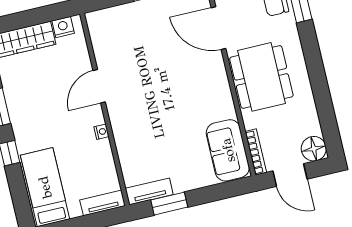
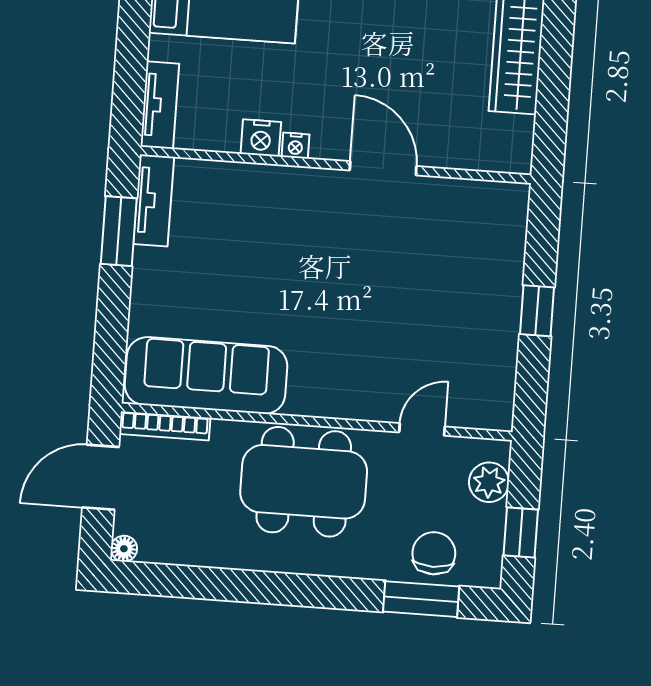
nightstand: (63, 27) -> (261, 138), moved, turned 90
door: (218, 28) -> (422, 429), width x0.53
floor lamp: (314, 149) -> (124, 549), width x0.53, depth x0.53
sofa: (228, 150) -> (206, 375), width x1.36

